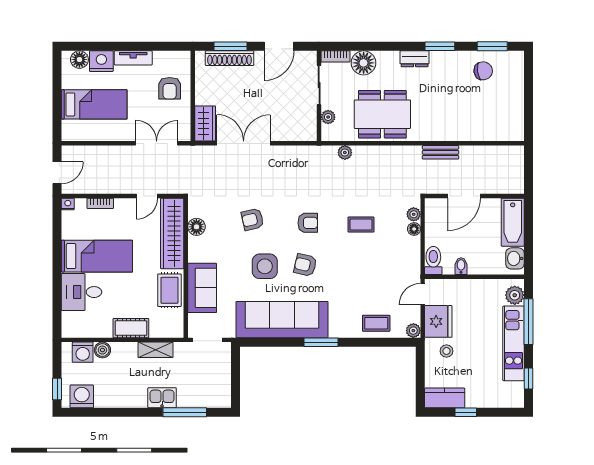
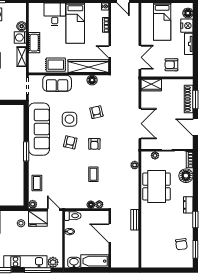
double door: (244, 143) -> (140, 124), moved
washing machine: (83, 352) -> (20, 38), moved

